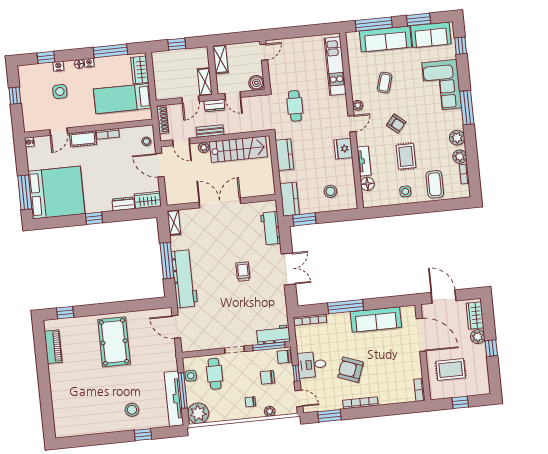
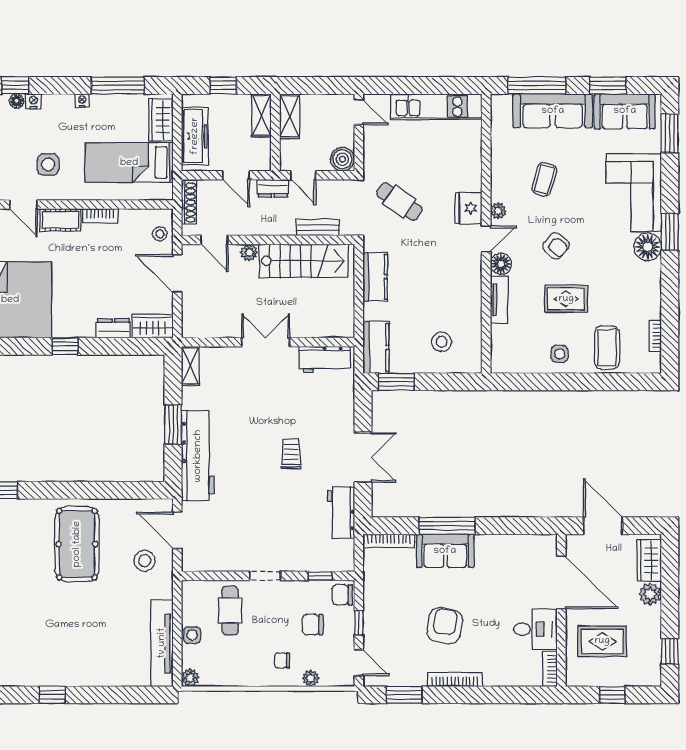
window: (461, 46) -> (670, 133), width x1.50
door: (264, 52) -> (359, 112), hinge flipped
floor lamp: (79, 64) -> (17, 101), moved
kitchen unit: (335, 66) -> (436, 107), moved, turned -90
freezer: (162, 78) -> (195, 136), added
shelving: (205, 82) -> (261, 115), moved
side table: (60, 91) -> (48, 164), moved
door: (190, 100) -> (236, 175), hinge flipped
cafe table: (295, 106) -> (399, 202), turned -55
window: (467, 108) -> (670, 232), width x0.69
floor lamp: (454, 118) -> (648, 247), added
bench: (210, 131) -> (318, 228), moved
door: (59, 132) -> (23, 204), hinge flipped
plant: (457, 138) -> (649, 278), removed
fridge: (343, 149) -> (469, 208), moved
rug: (406, 156) -> (566, 299), turned 90
plant: (460, 157) -> (651, 308), removed
floor lamp: (367, 184) -> (501, 264), moved
double door: (220, 203) -> (266, 342), width x0.73
workbench: (271, 228) -> (325, 360), moved, turned -90
window: (167, 261) -> (173, 425), width x0.69
sofa: (376, 319) -> (445, 551), moved, width x0.73
workbench: (273, 335) -> (341, 512), moved, turned -90
window: (269, 346) -> (320, 576), width x0.46
window: (491, 348) -> (670, 651), moved
desk: (312, 365) -> (535, 629), moved, turned 180
armchair: (350, 370) -> (445, 626), turned 79
side table: (191, 376) -> (192, 635), moved
window: (183, 390) -> (177, 632), removed
stool: (132, 410) -> (145, 561), moved
plant: (198, 413) -> (190, 678), width x0.53, depth x0.53
window: (143, 435) -> (52, 695), moved

